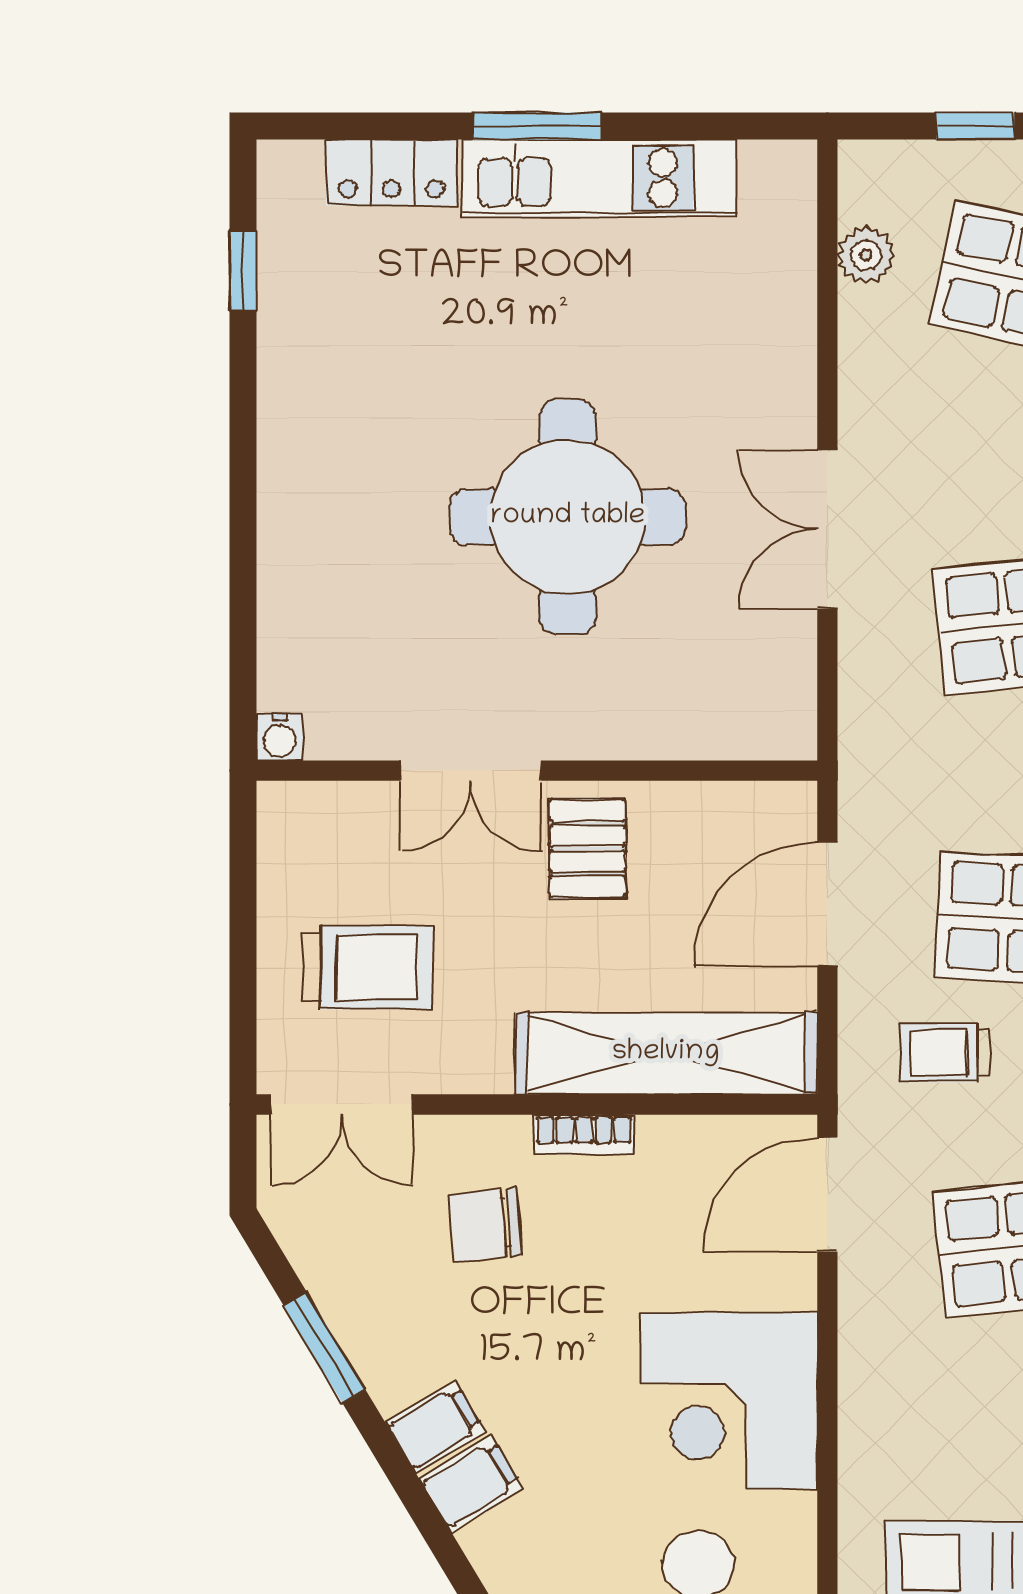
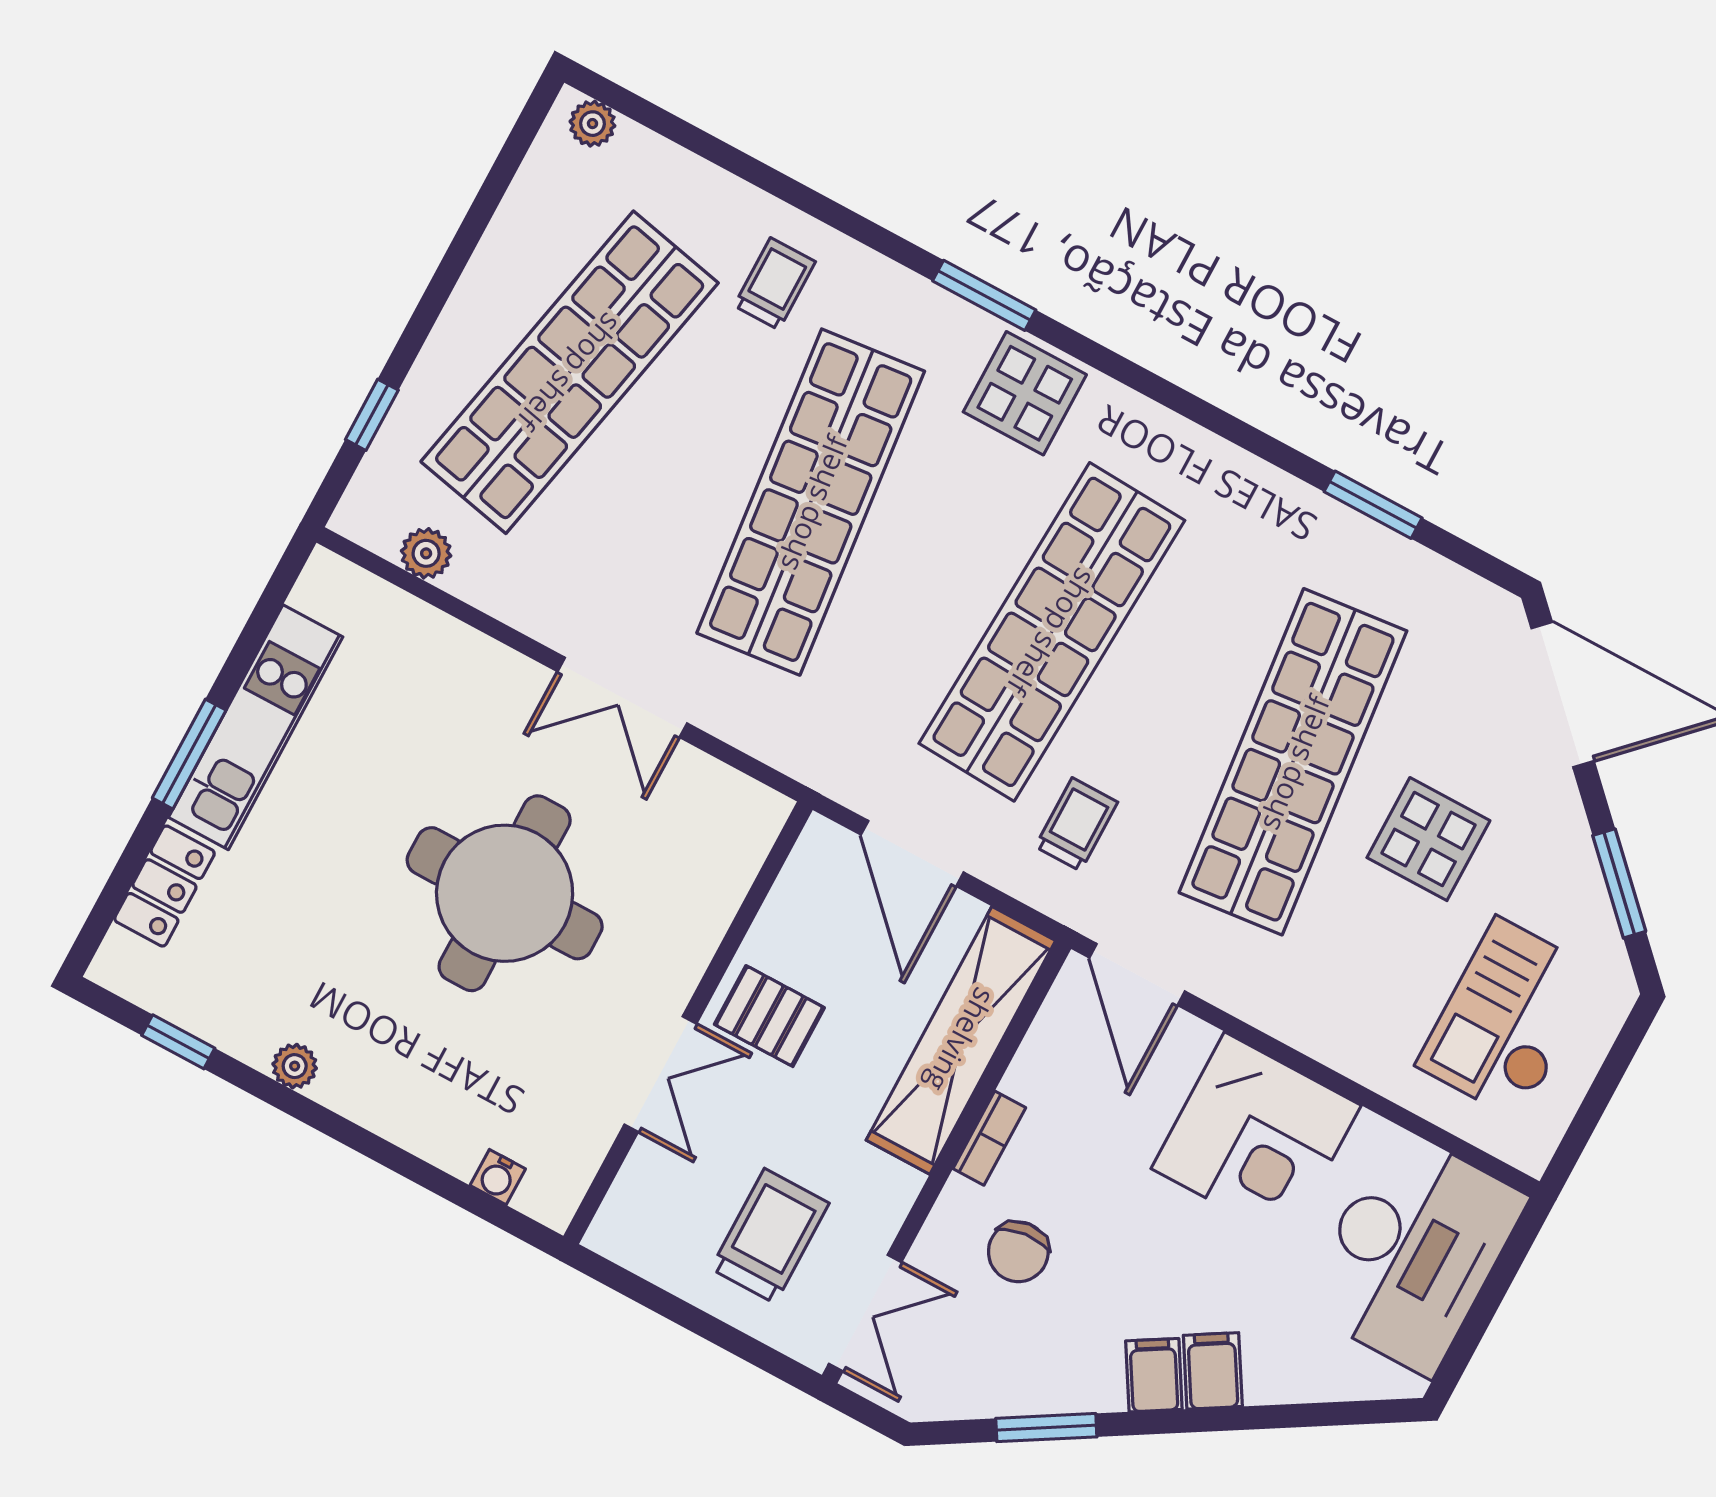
plant: (281, 400) -> (295, 1066), added
water cooler: (280, 737) -> (498, 1177), moved, turned 90
trolley: (945, 1052) -> (1076, 824), turned 180

